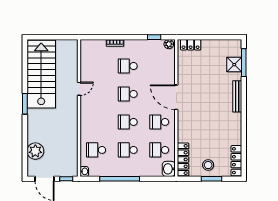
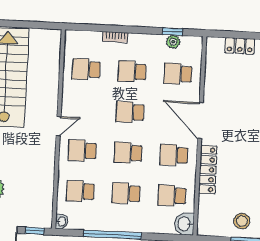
plant: (169, 44) -> (173, 42), moved
locker: (191, 45) -> (240, 46), moved
school desk: (96, 66) -> (86, 69), added
school desk: (159, 66) -> (178, 74), added
door: (79, 89) -> (59, 126), moved
school desk: (96, 122) -> (82, 151), added
locker: (183, 159) -> (208, 170), moved

